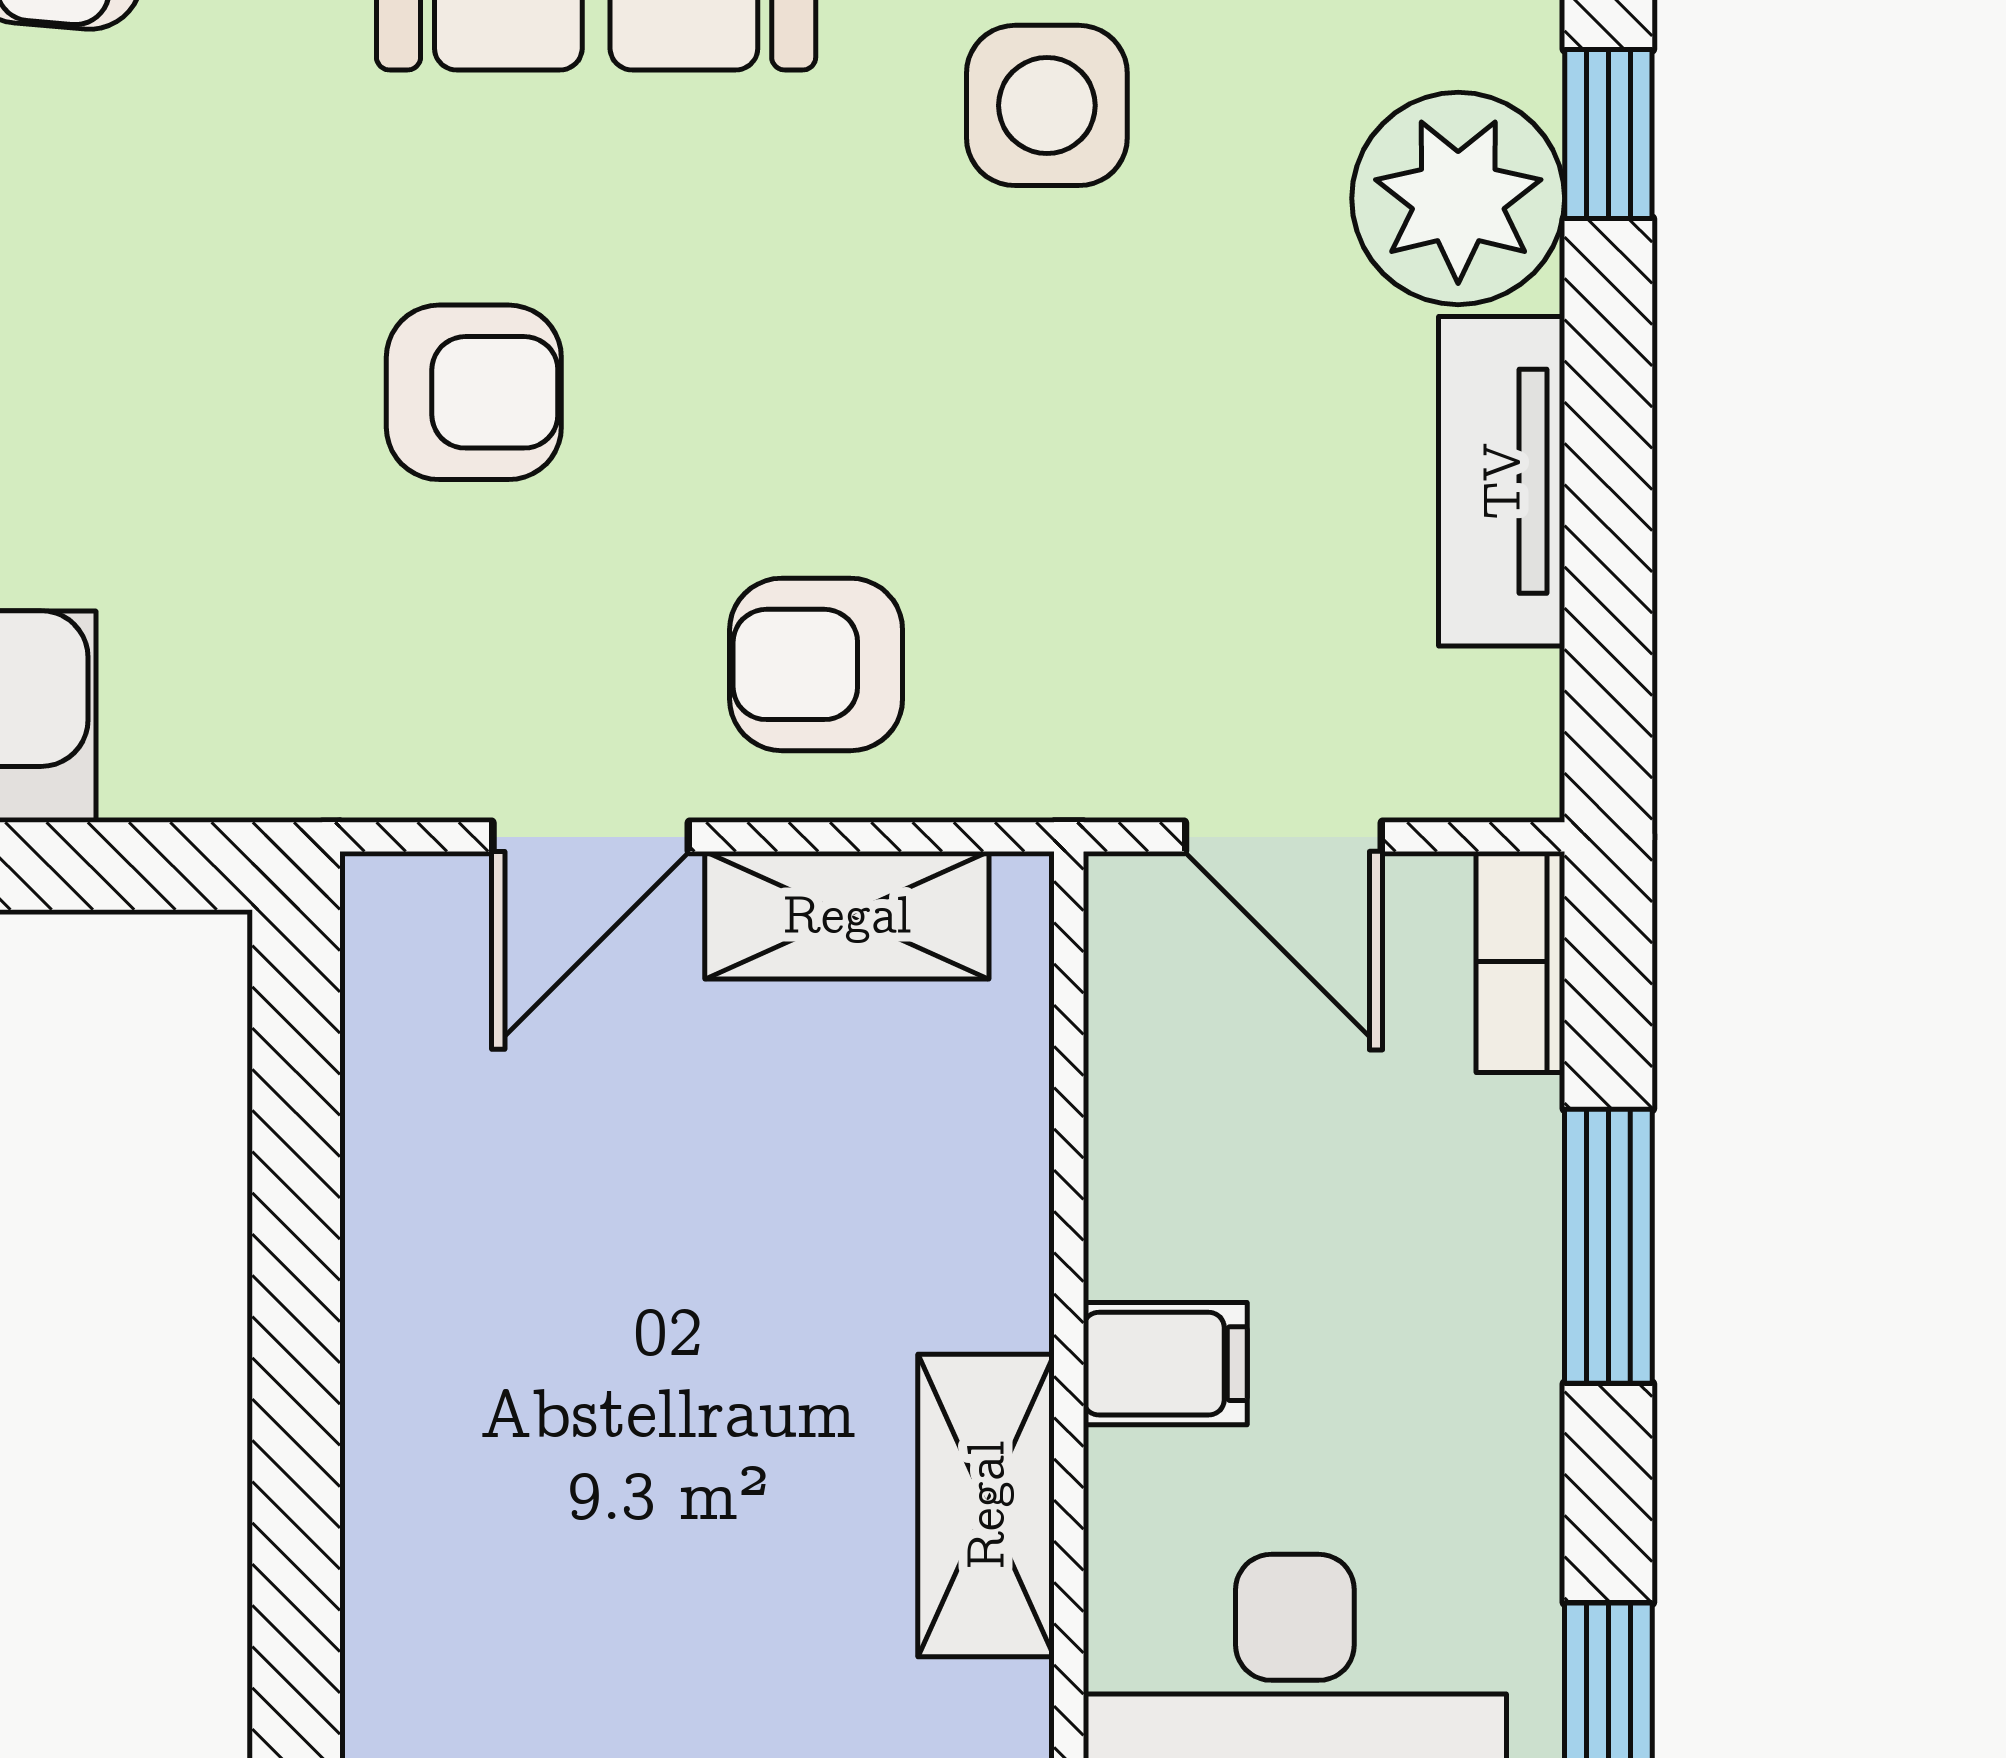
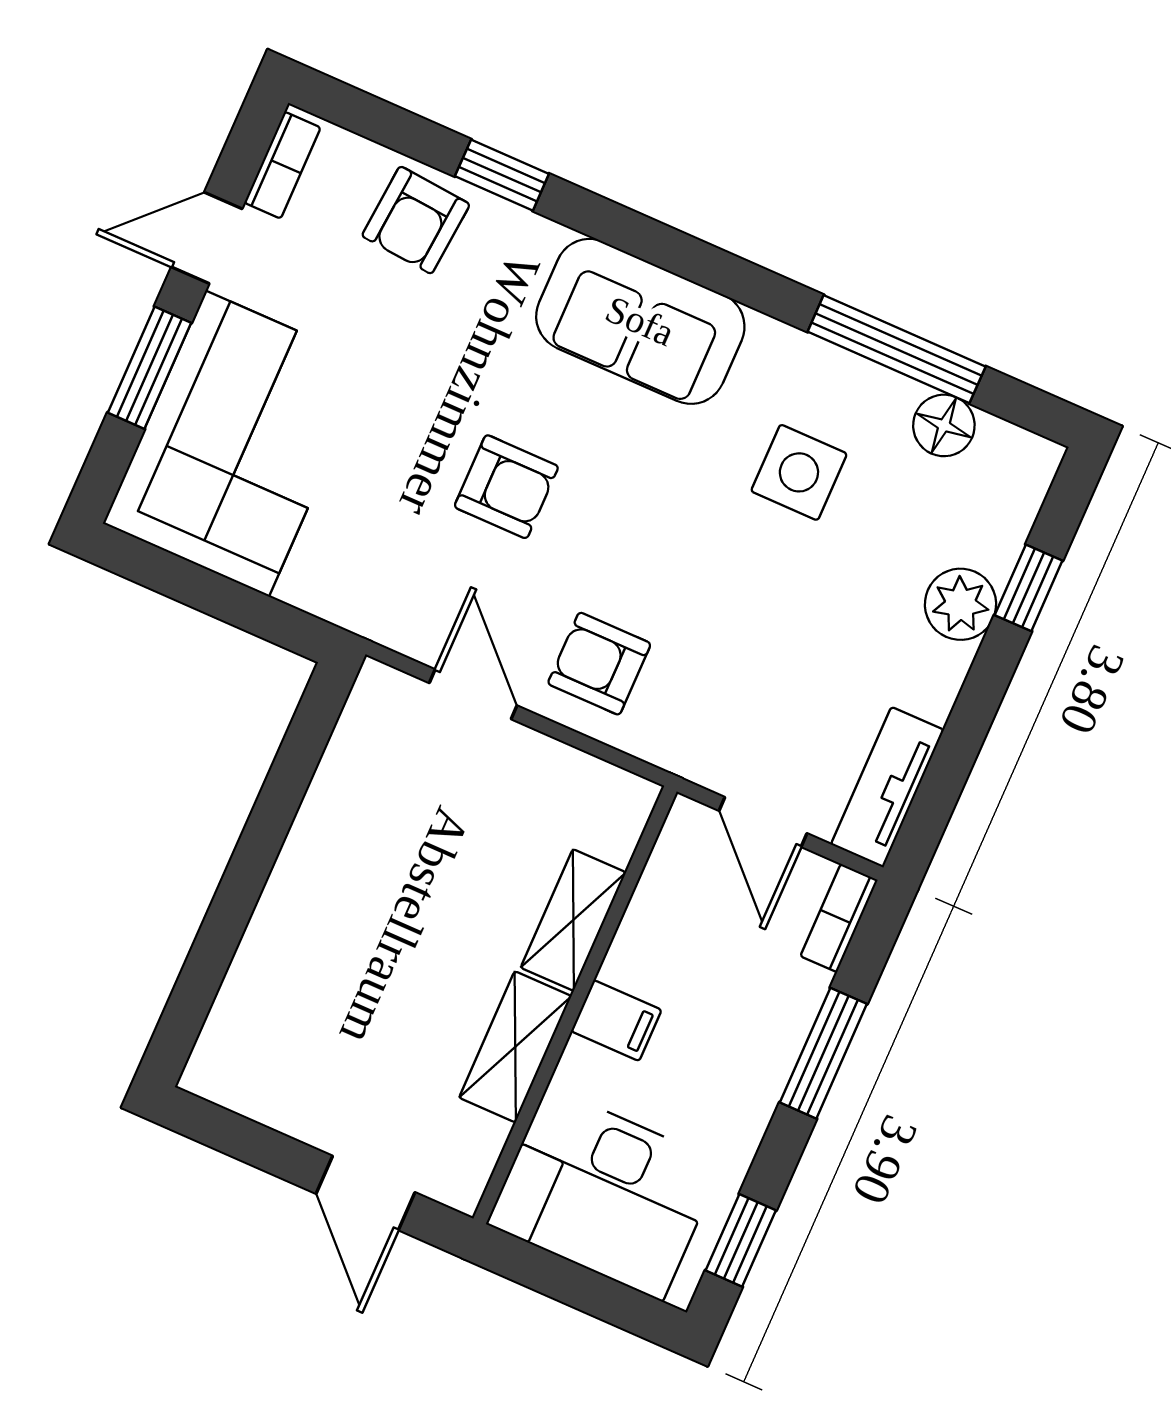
plant: (1458, 198) -> (960, 604), width x0.73, depth x0.73
tv unit: (1502, 481) -> (887, 787), moved
door: (591, 837) -> (473, 694), swing flipped
shelving: (847, 915) -> (573, 920), moved, turned 90

